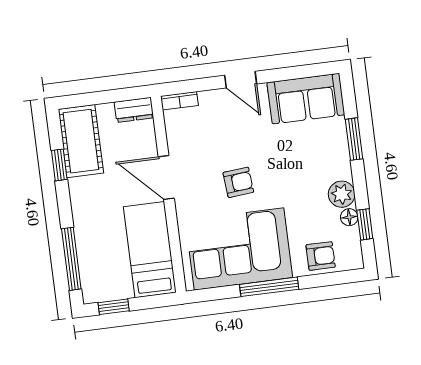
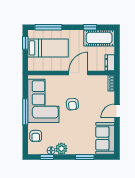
bed: (150, 250) -> (48, 48), moved

